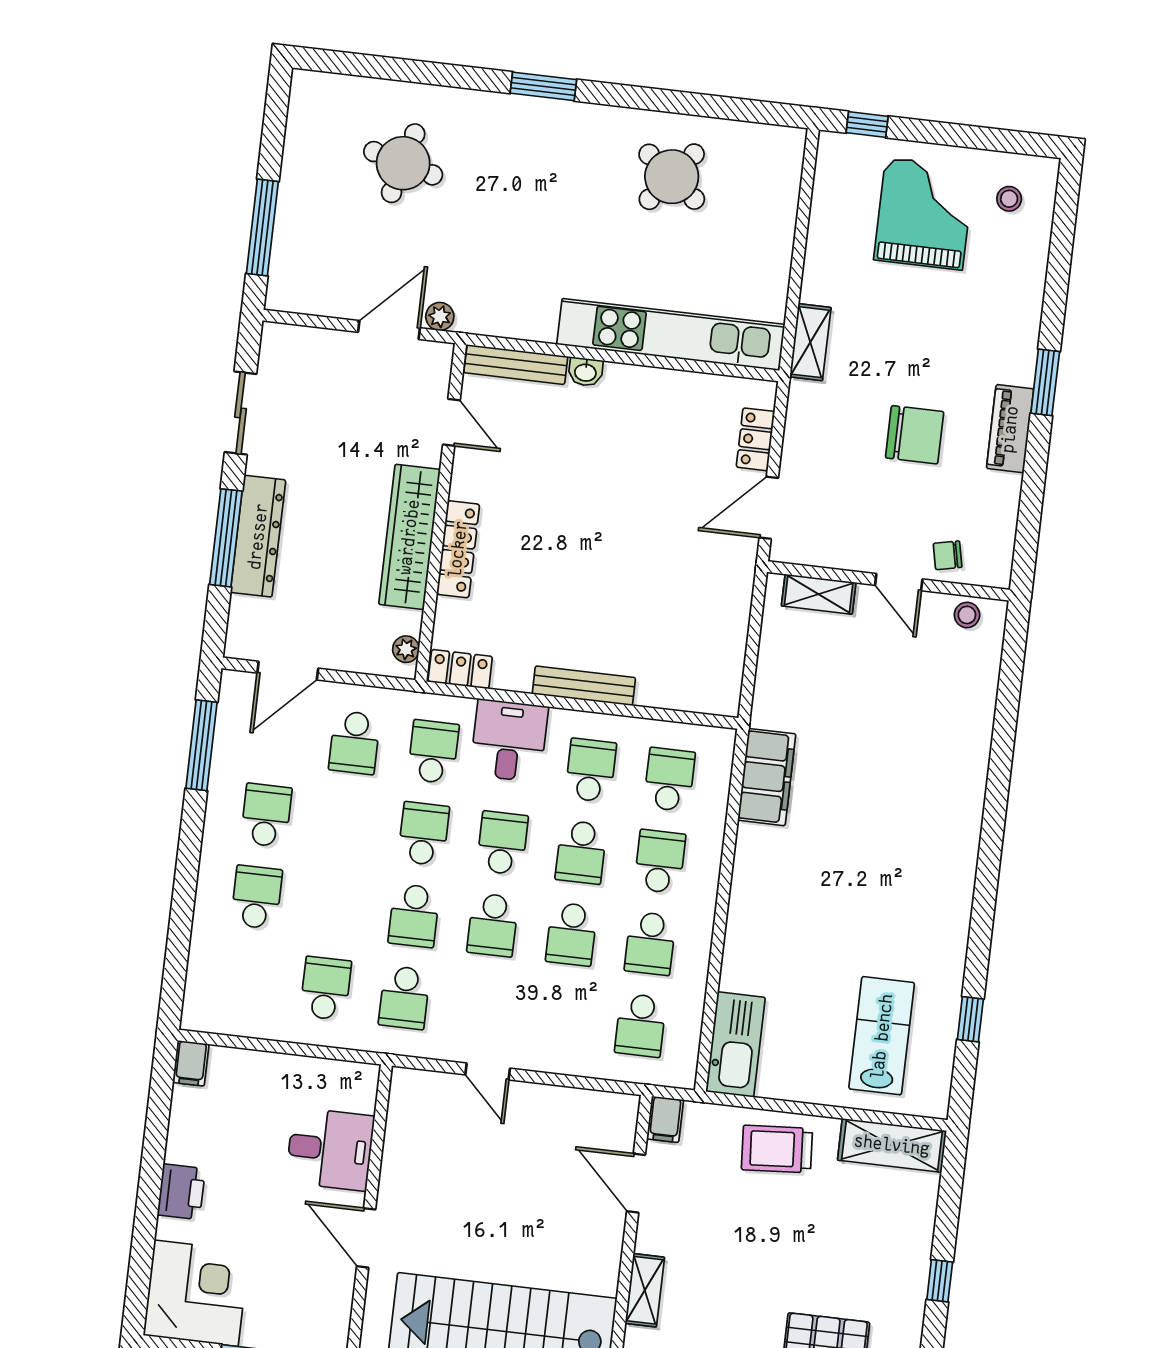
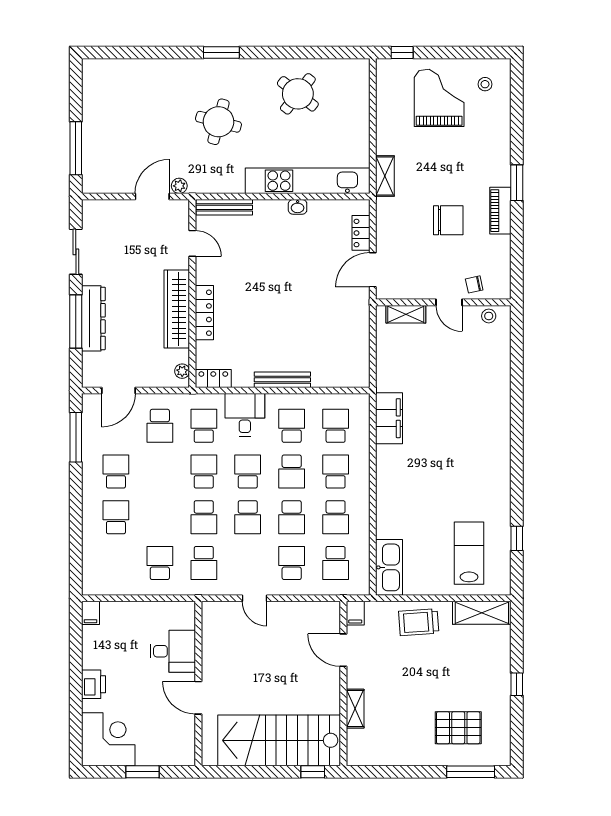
round table: (403, 163) -> (218, 122), moved
washbasin: (586, 372) -> (298, 207), moved
school desk: (562, 1016) -> (292, 563), added

